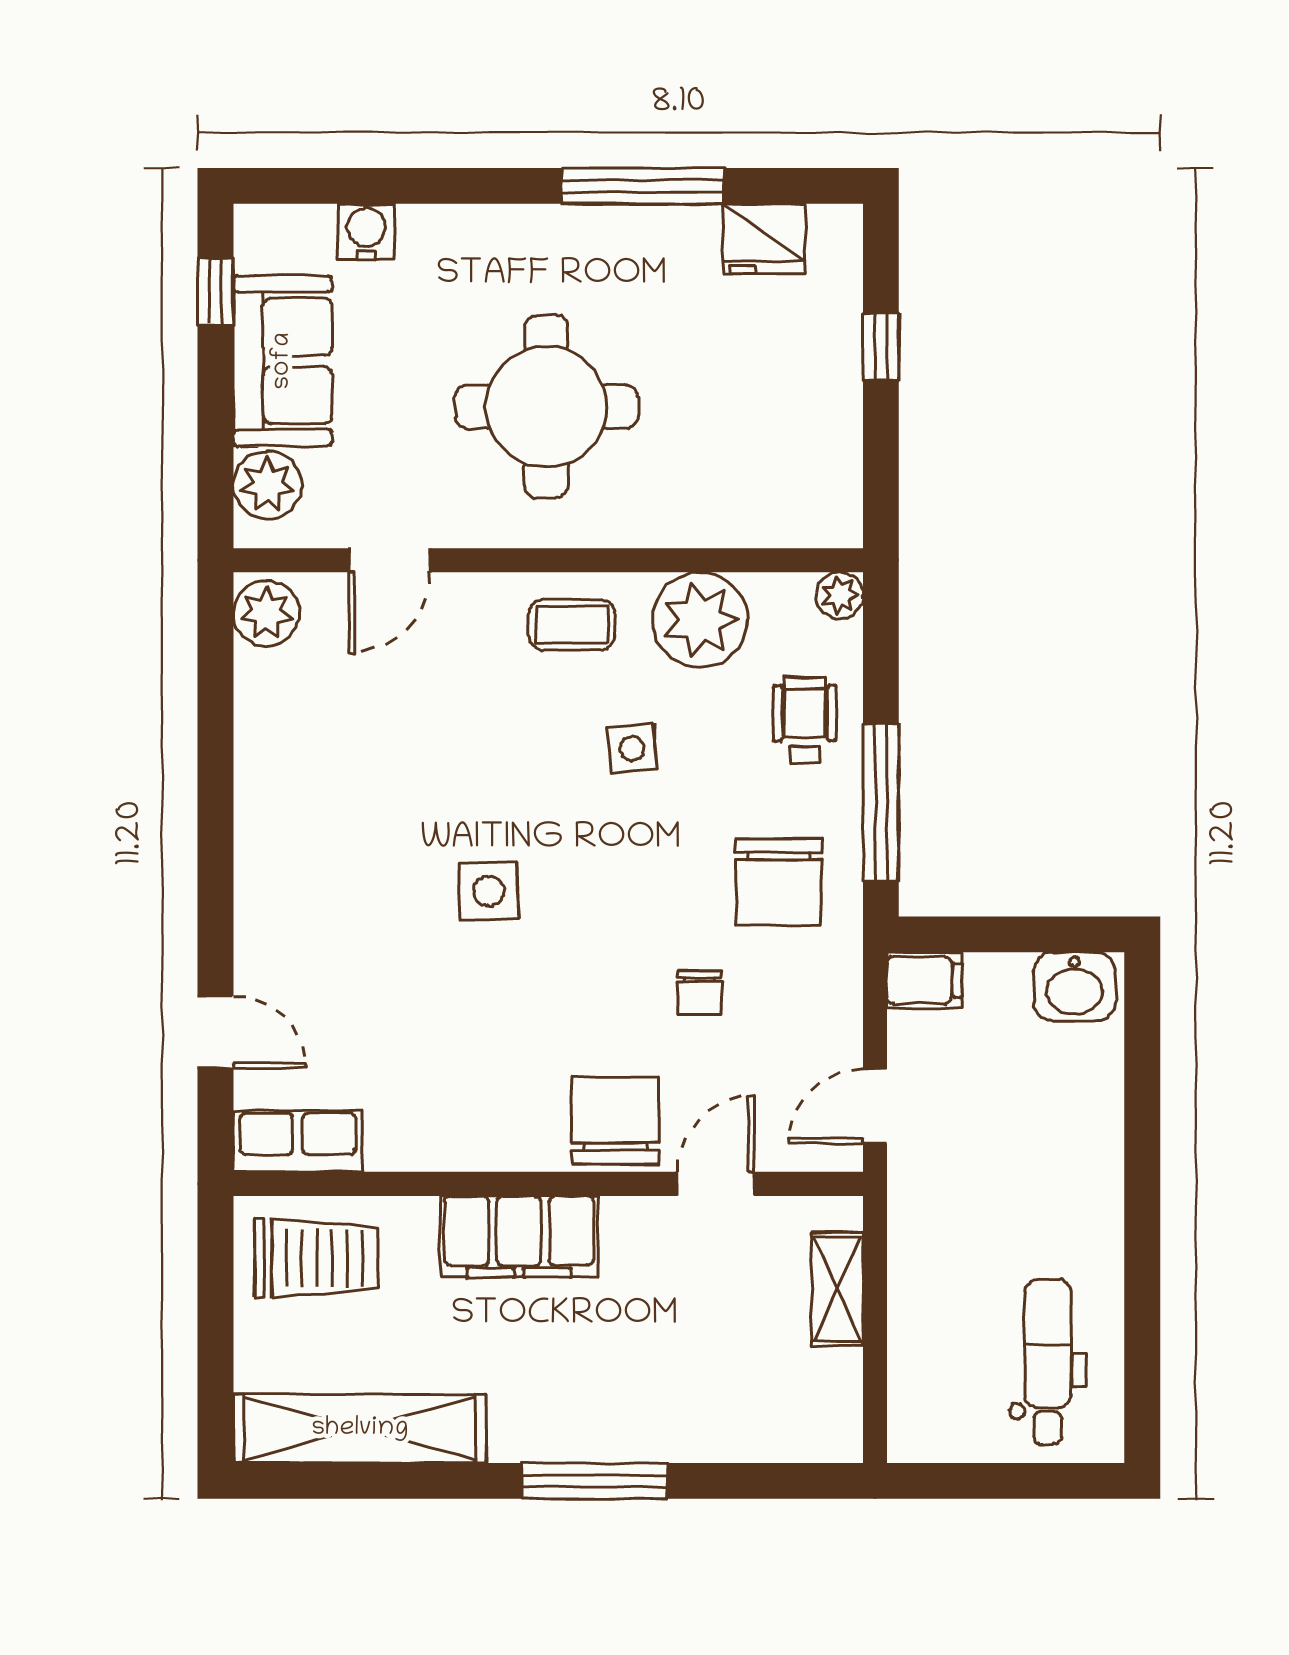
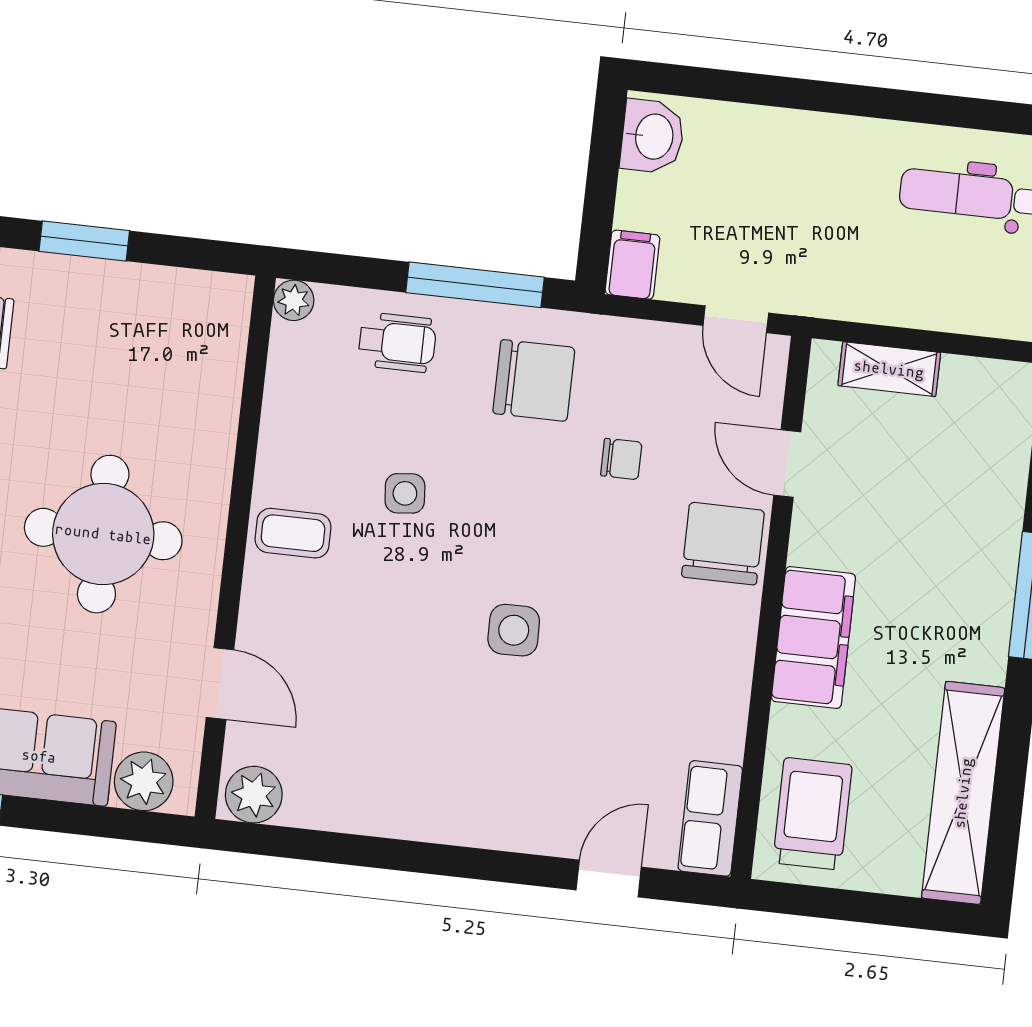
window: (881, 347) -> (84, 241), width x1.50
plant: (700, 620) -> (301, 423), removed
coffee table: (572, 625) -> (293, 533), turned 90
wheelchair: (805, 720) -> (397, 342), turned 180
chair: (615, 1120) -> (723, 544), turned 90

